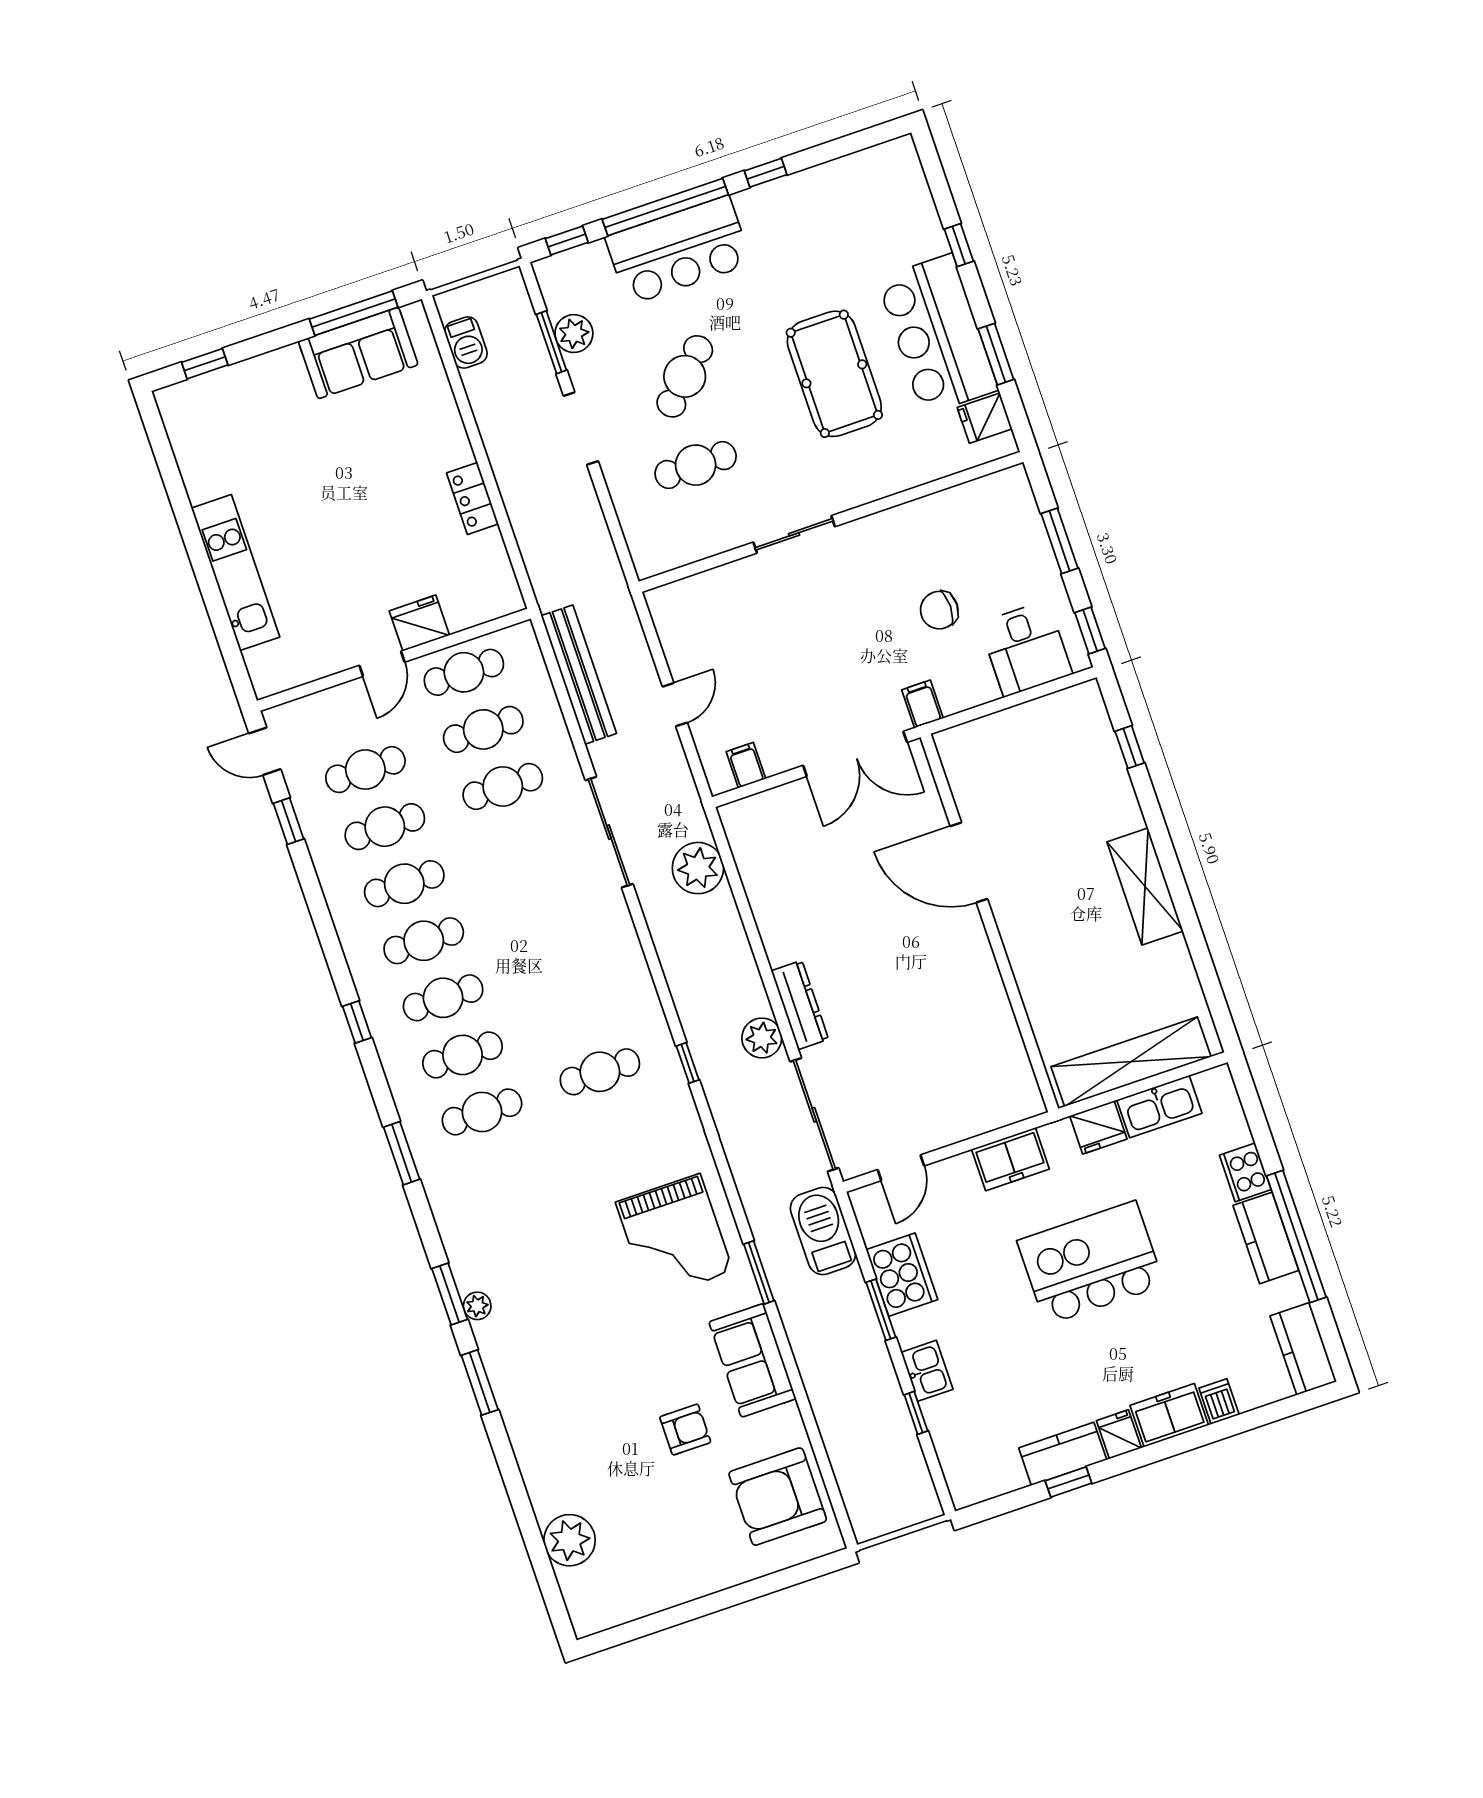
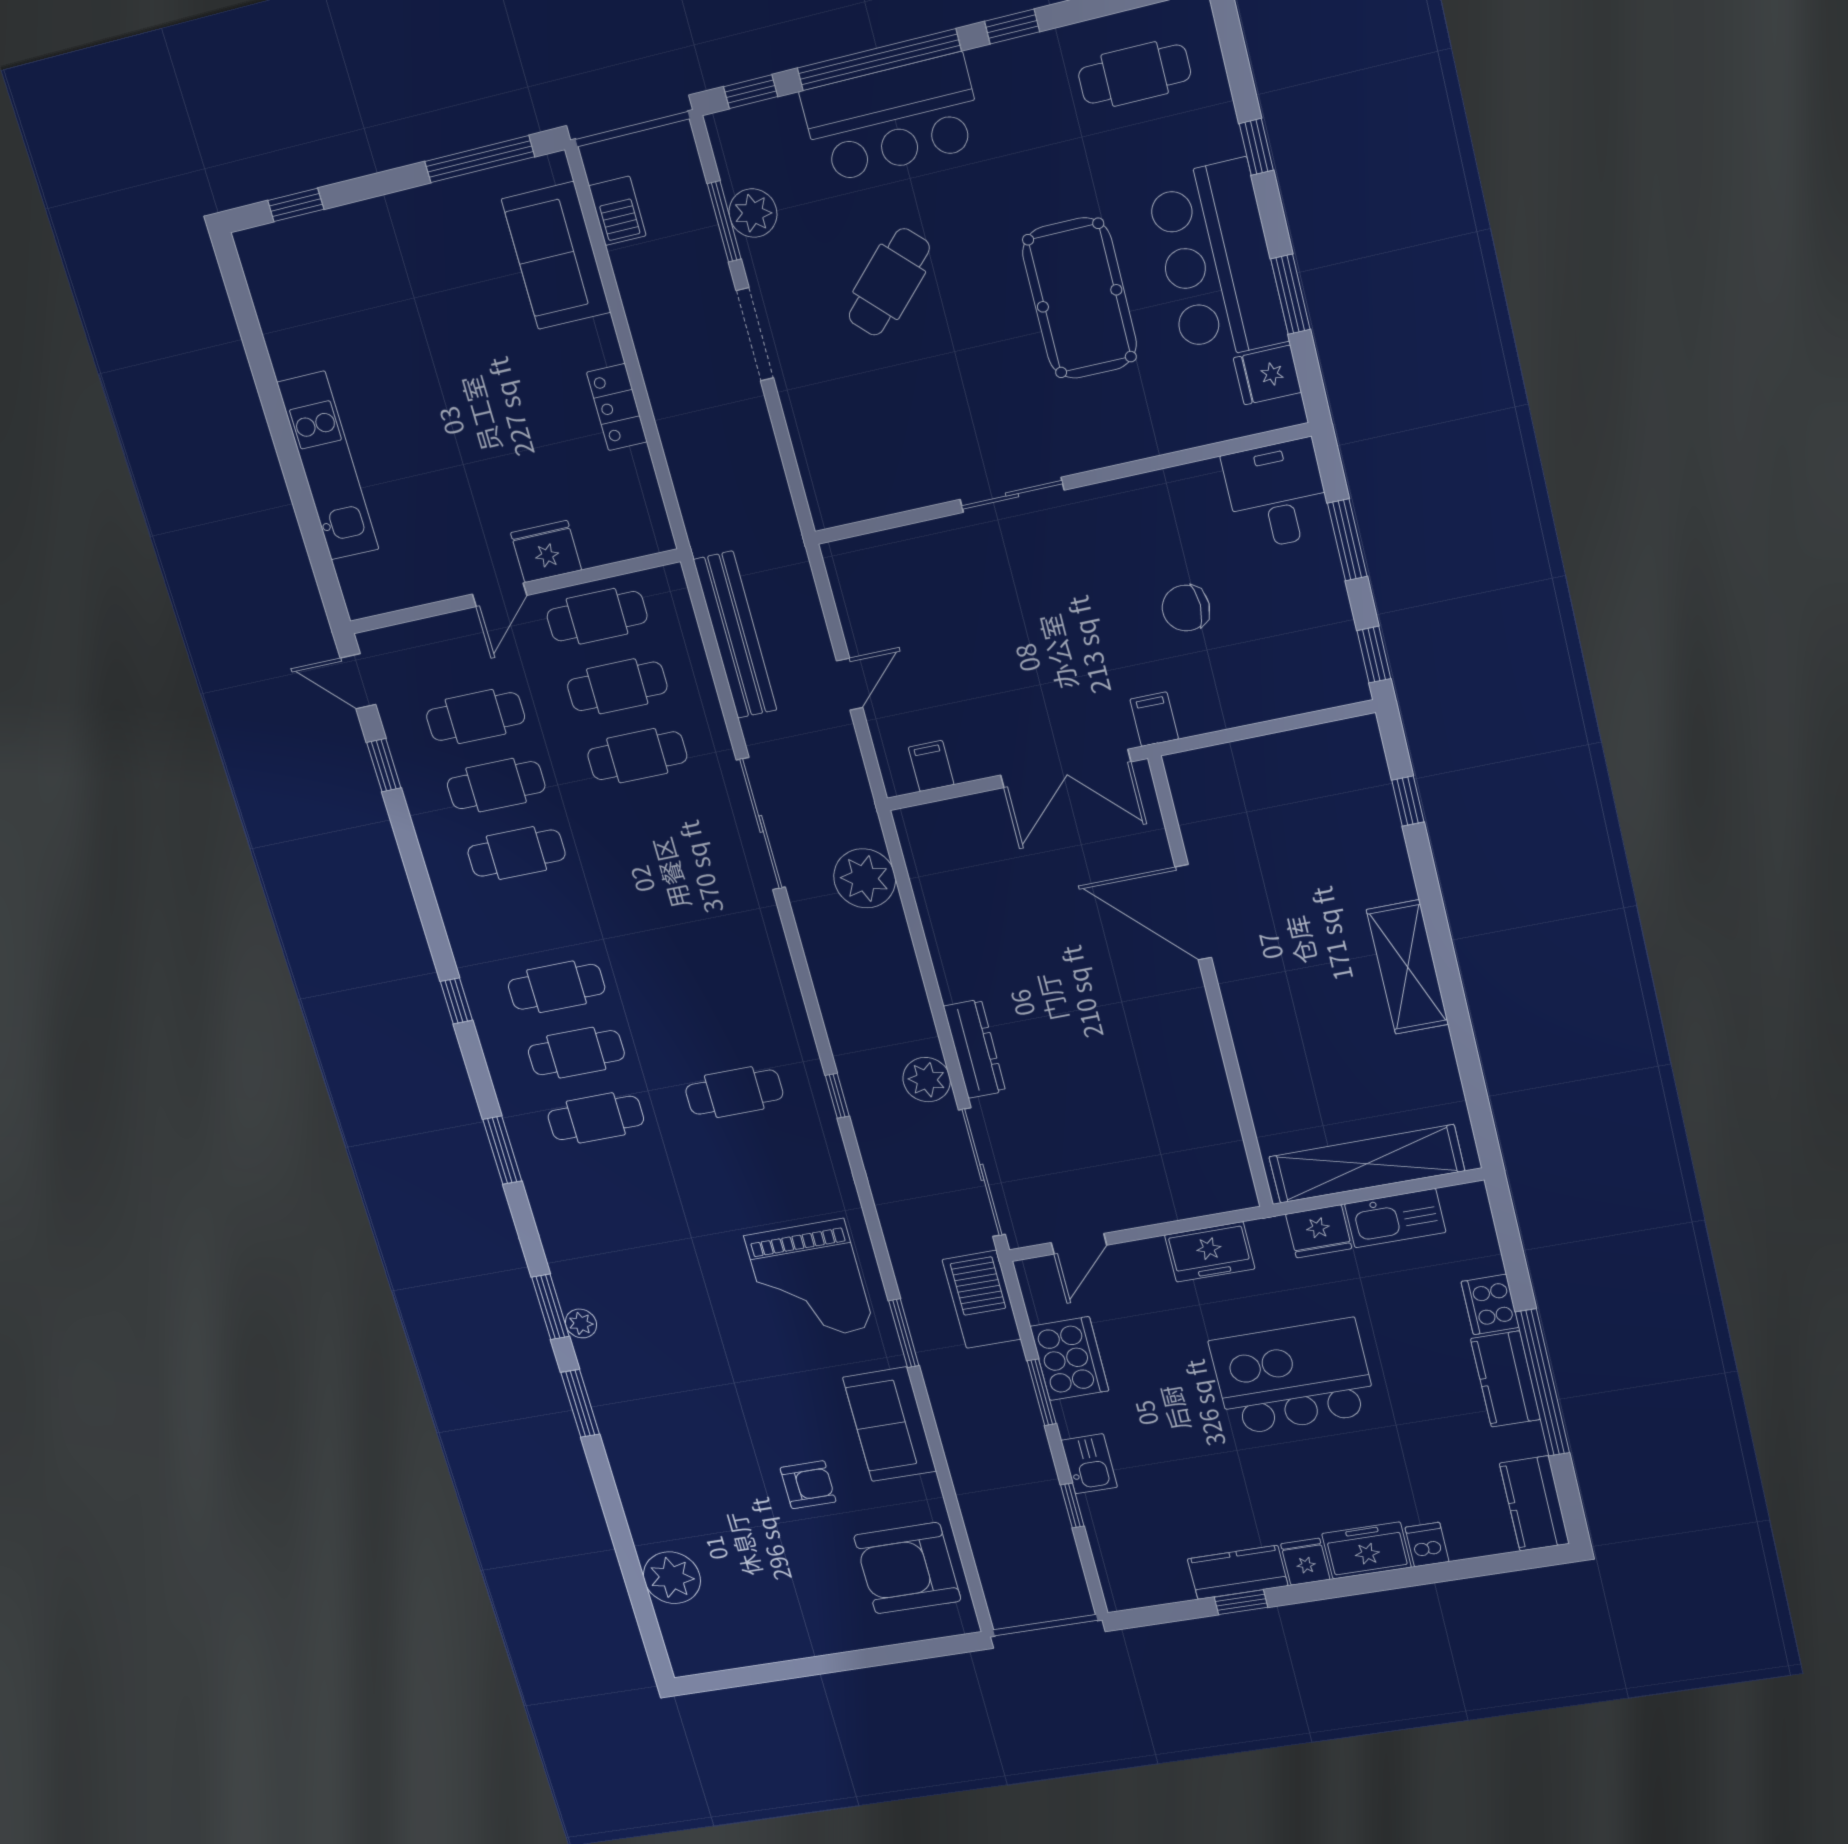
sofa: (358, 353) -> (556, 256), moved, turned 90
cafe table: (696, 465) -> (1135, 74), moved
desk: (1026, 649) -> (1277, 494), moved, turned 180
cafe table: (424, 941) -> (537, 920), removed

